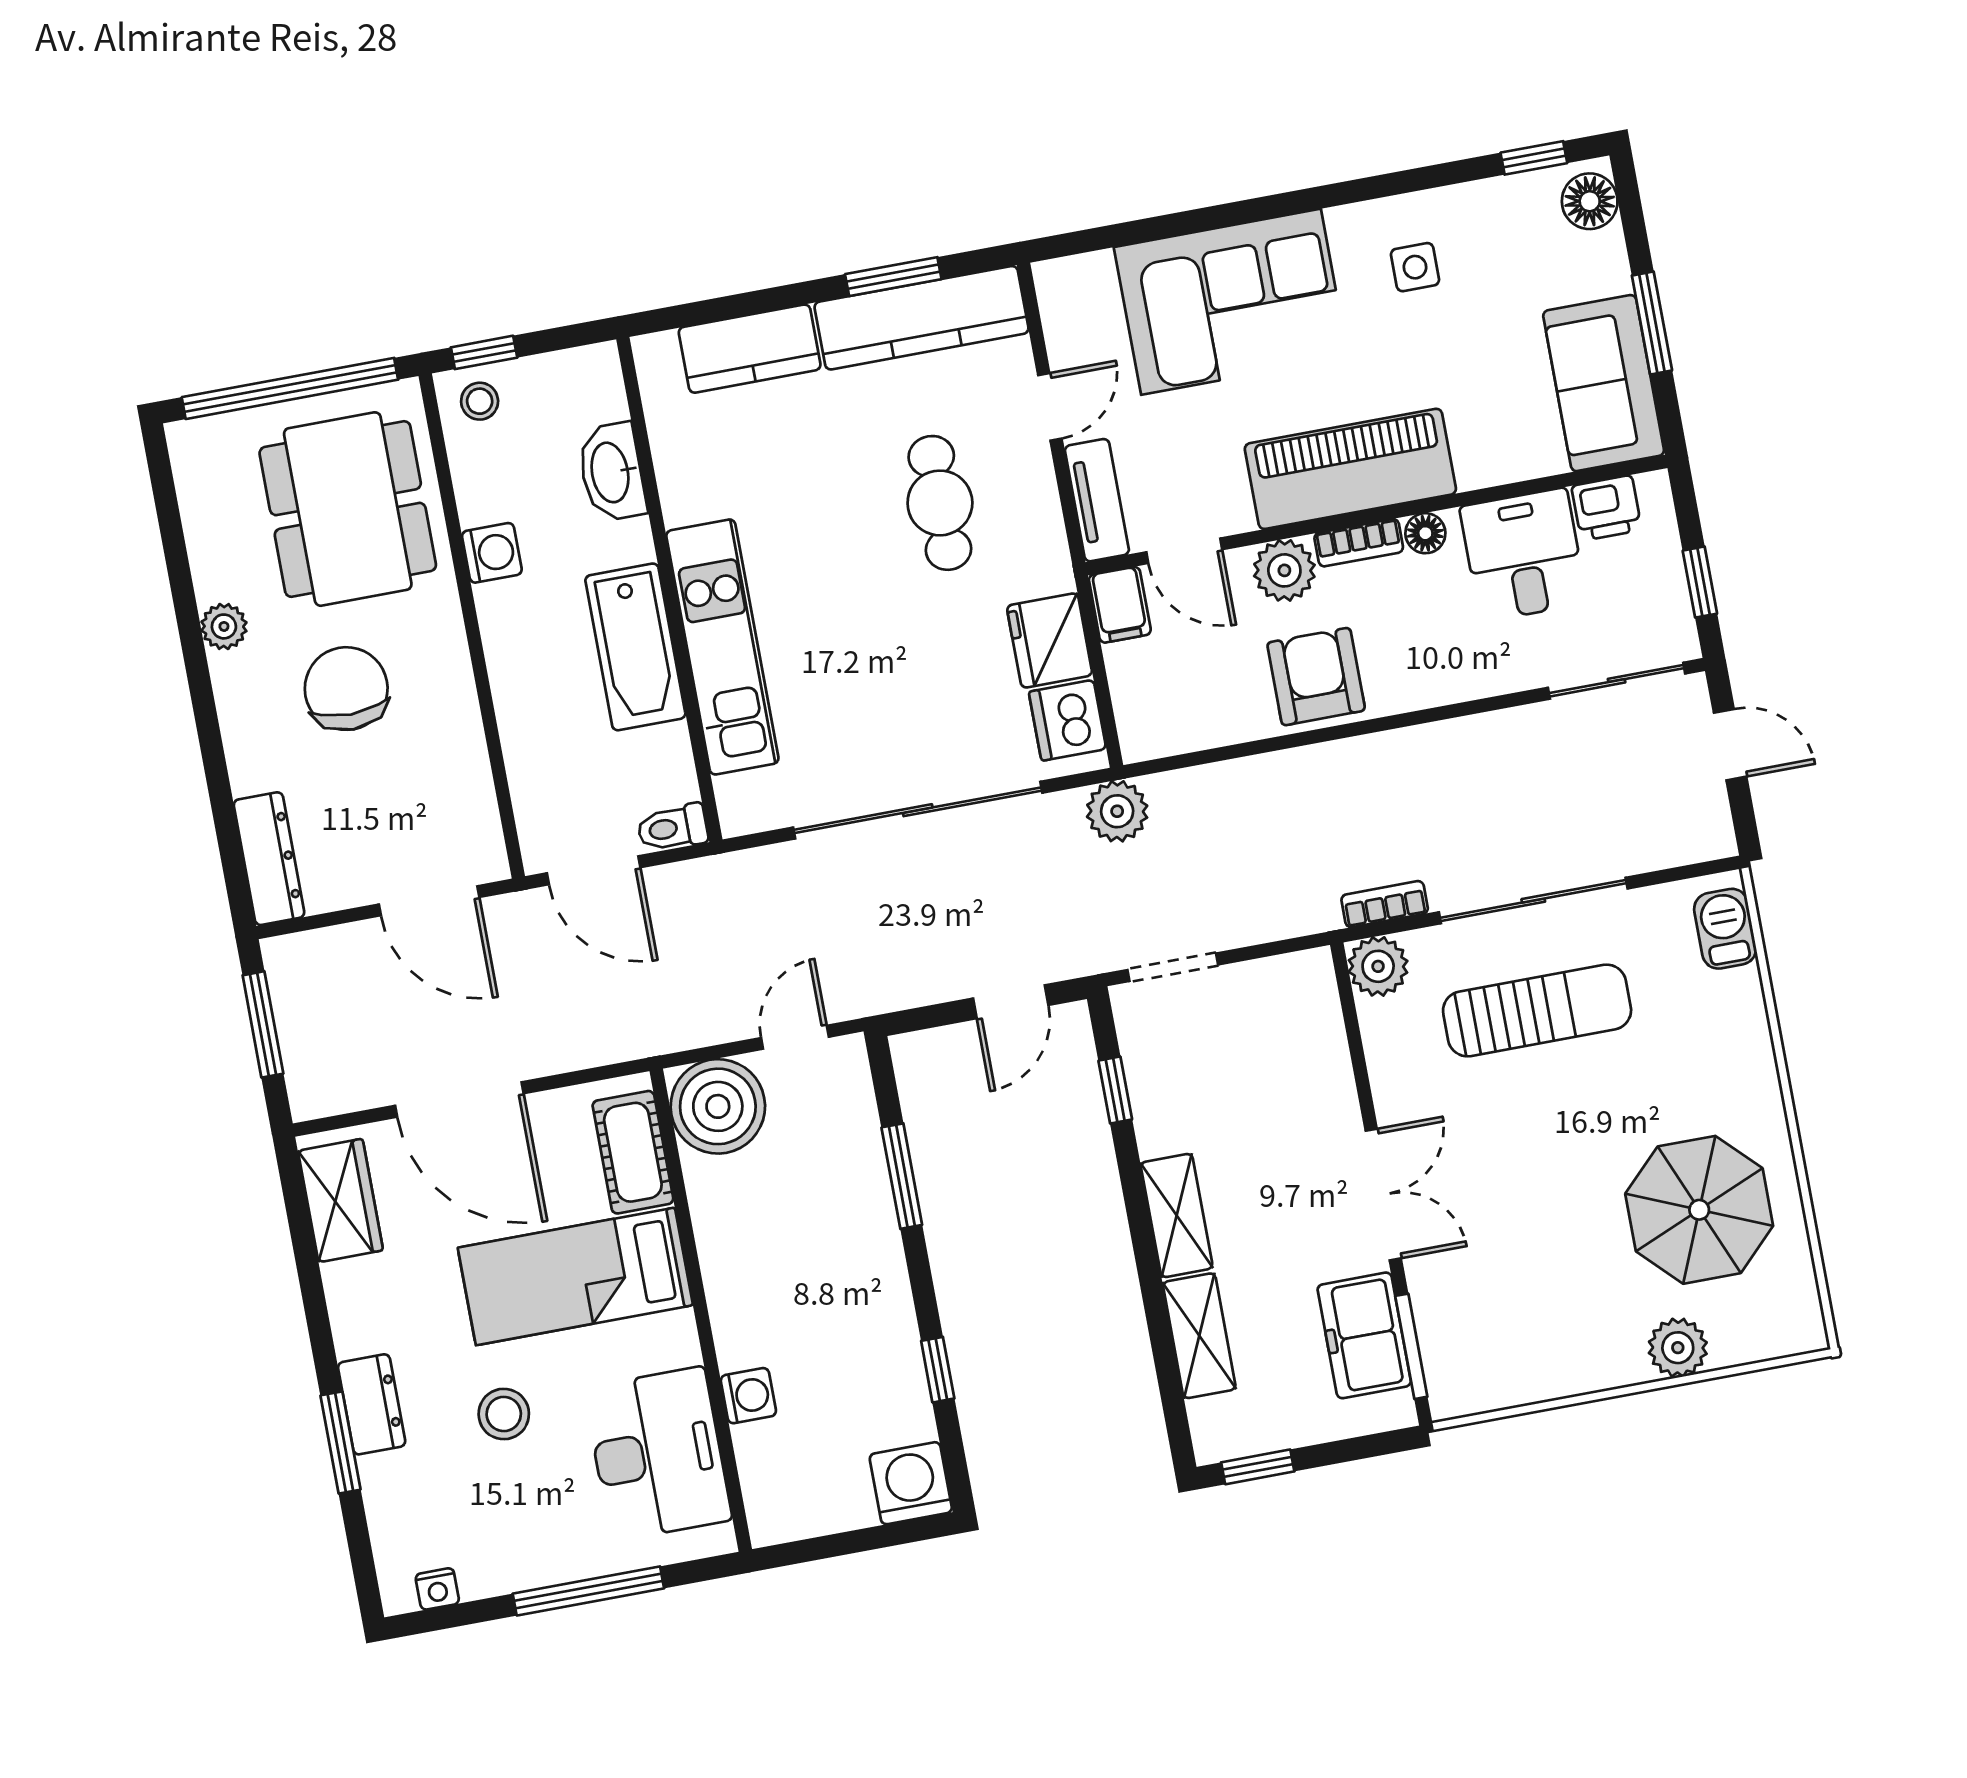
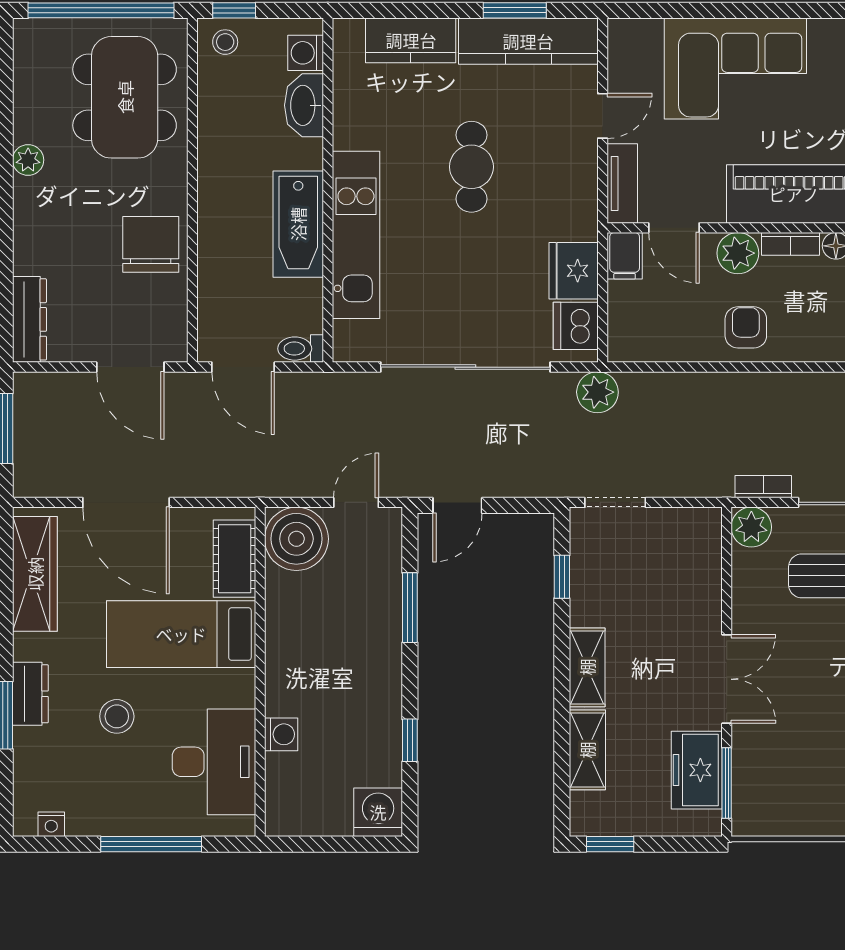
cafe table: (940, 503) -> (471, 167), moved
washing machine: (492, 553) -> (306, 53), moved, turned 180
armchair: (1316, 677) -> (746, 327), width x0.72, depth x0.72
chair: (346, 689) -> (151, 244), moved
door: (1011, 1002) -> (457, 505), moved
wardrobe: (340, 1200) -> (35, 574), width x1.50

